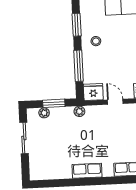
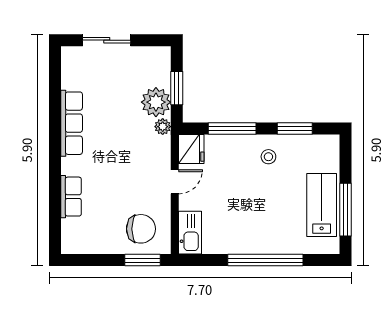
plant: (44, 113) -> (156, 102), moved, width x1.88, depth x1.88
sliding door: (24, 138) -> (107, 40), moved
row of seats: (87, 171) -> (72, 123), width x1.48

